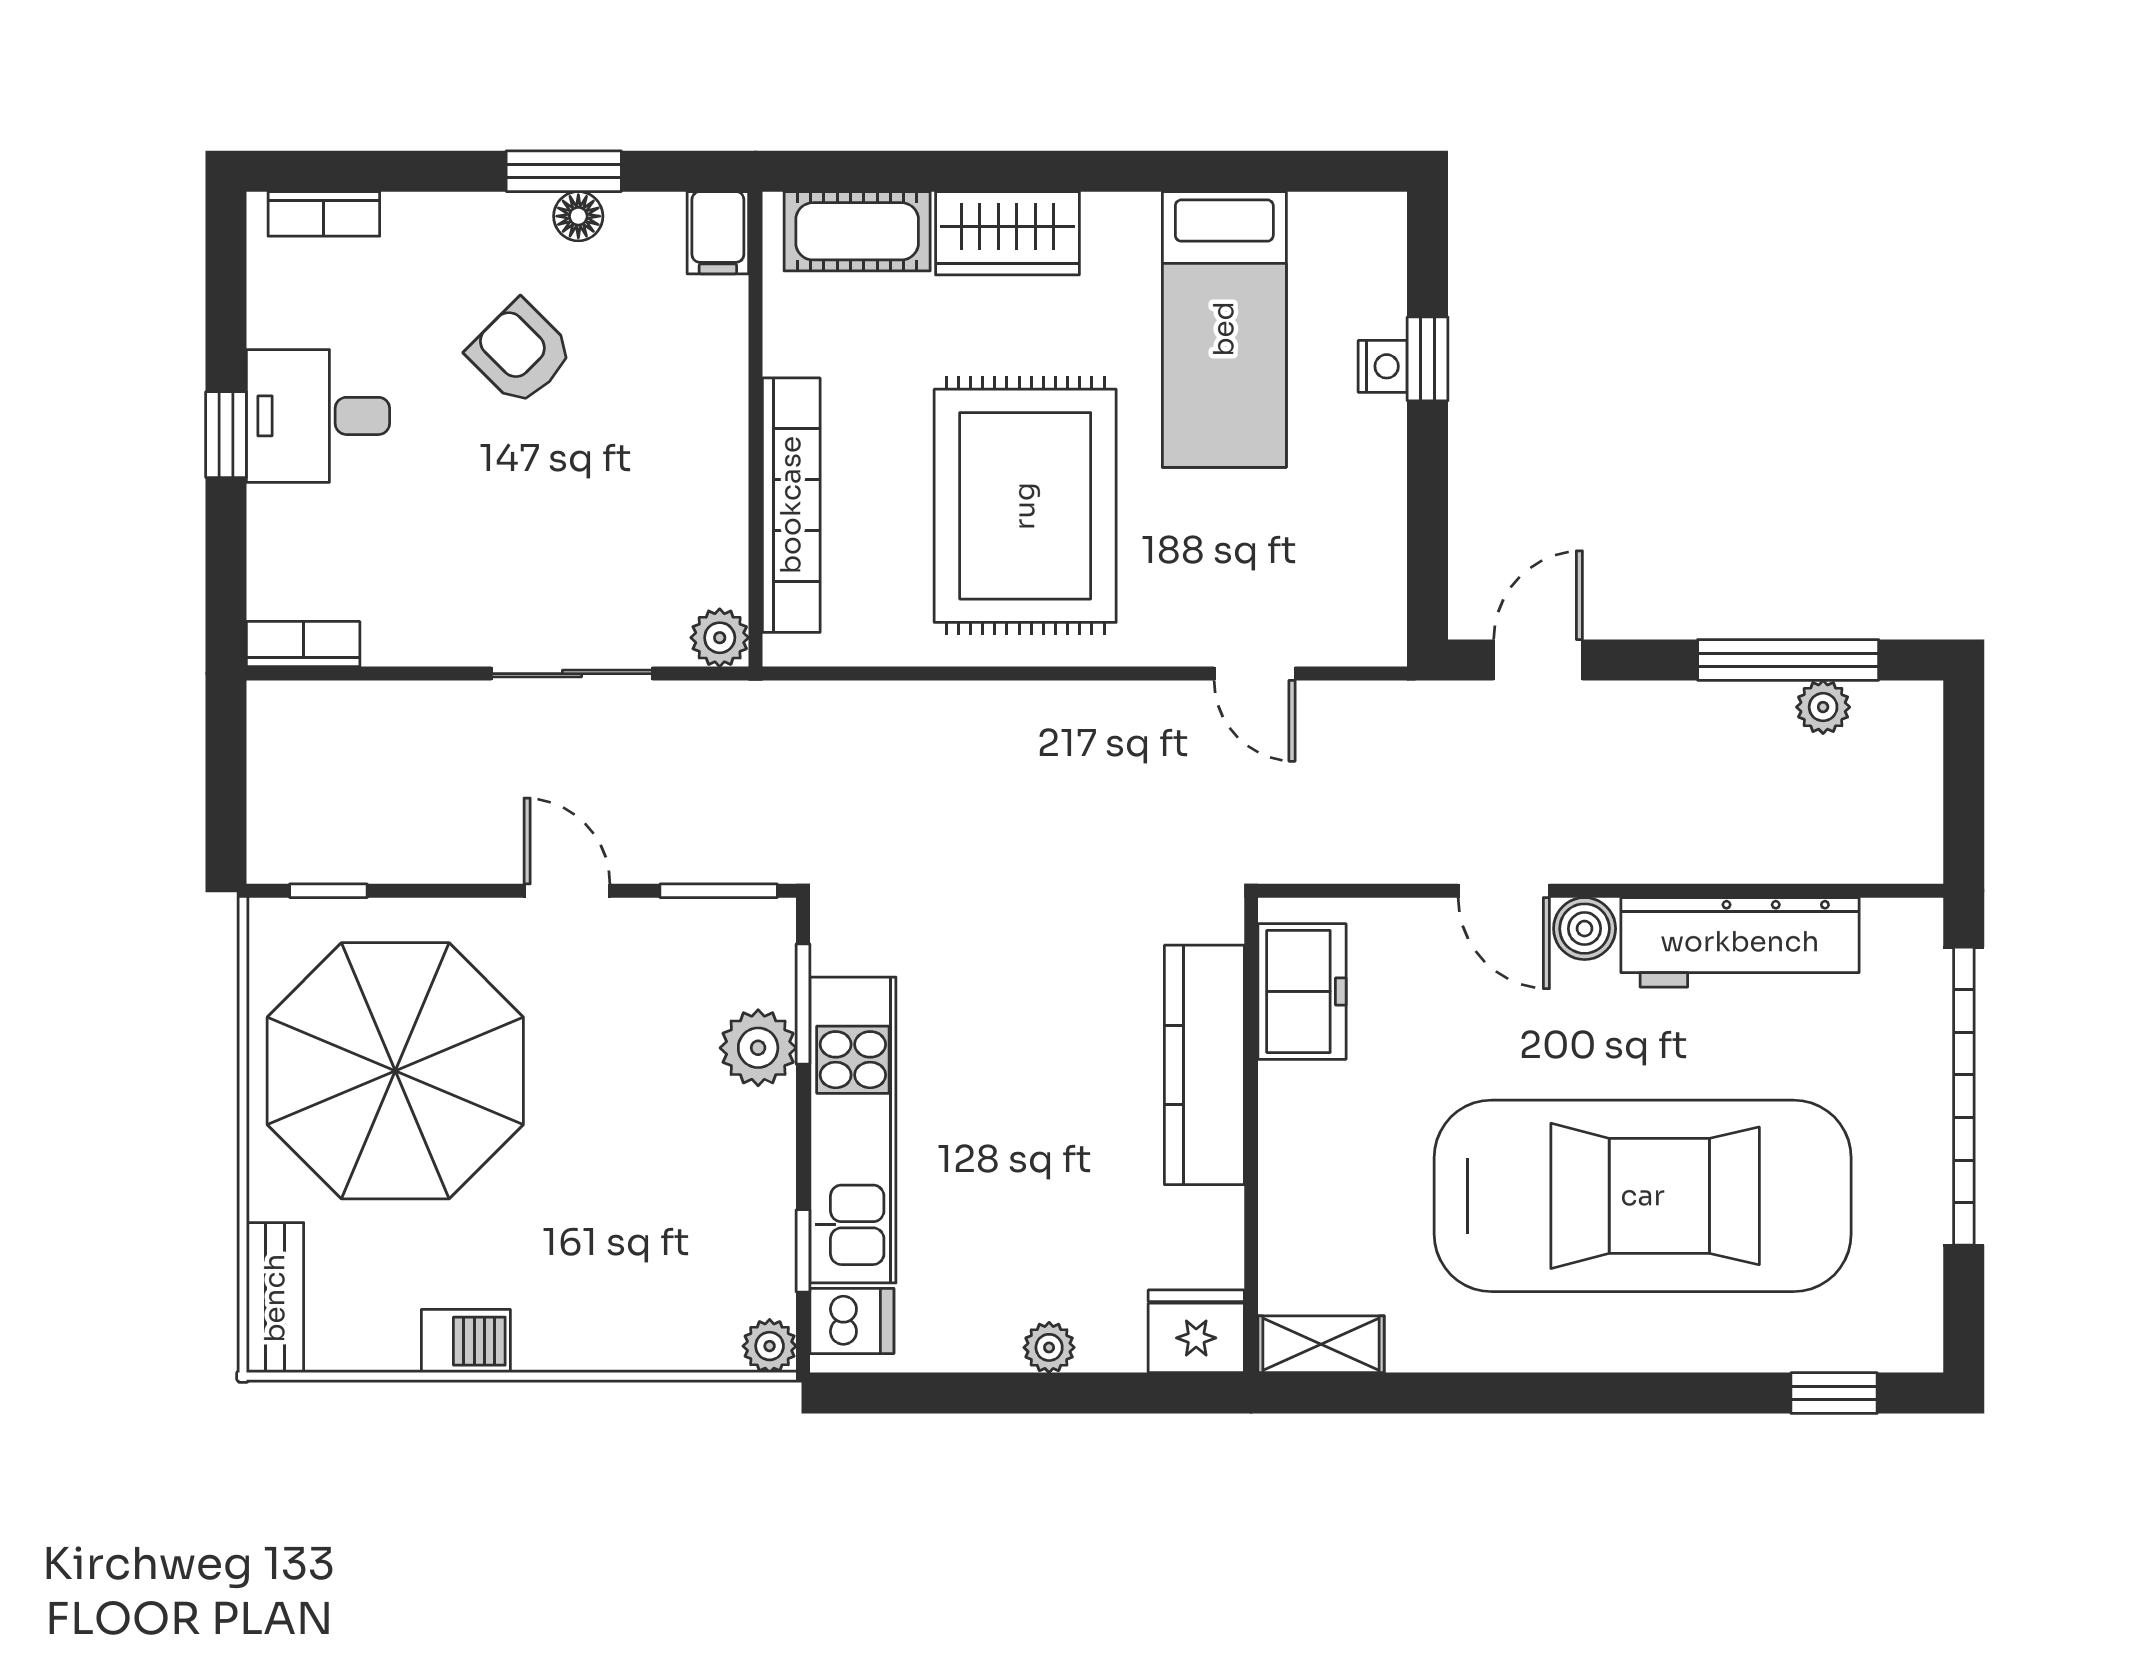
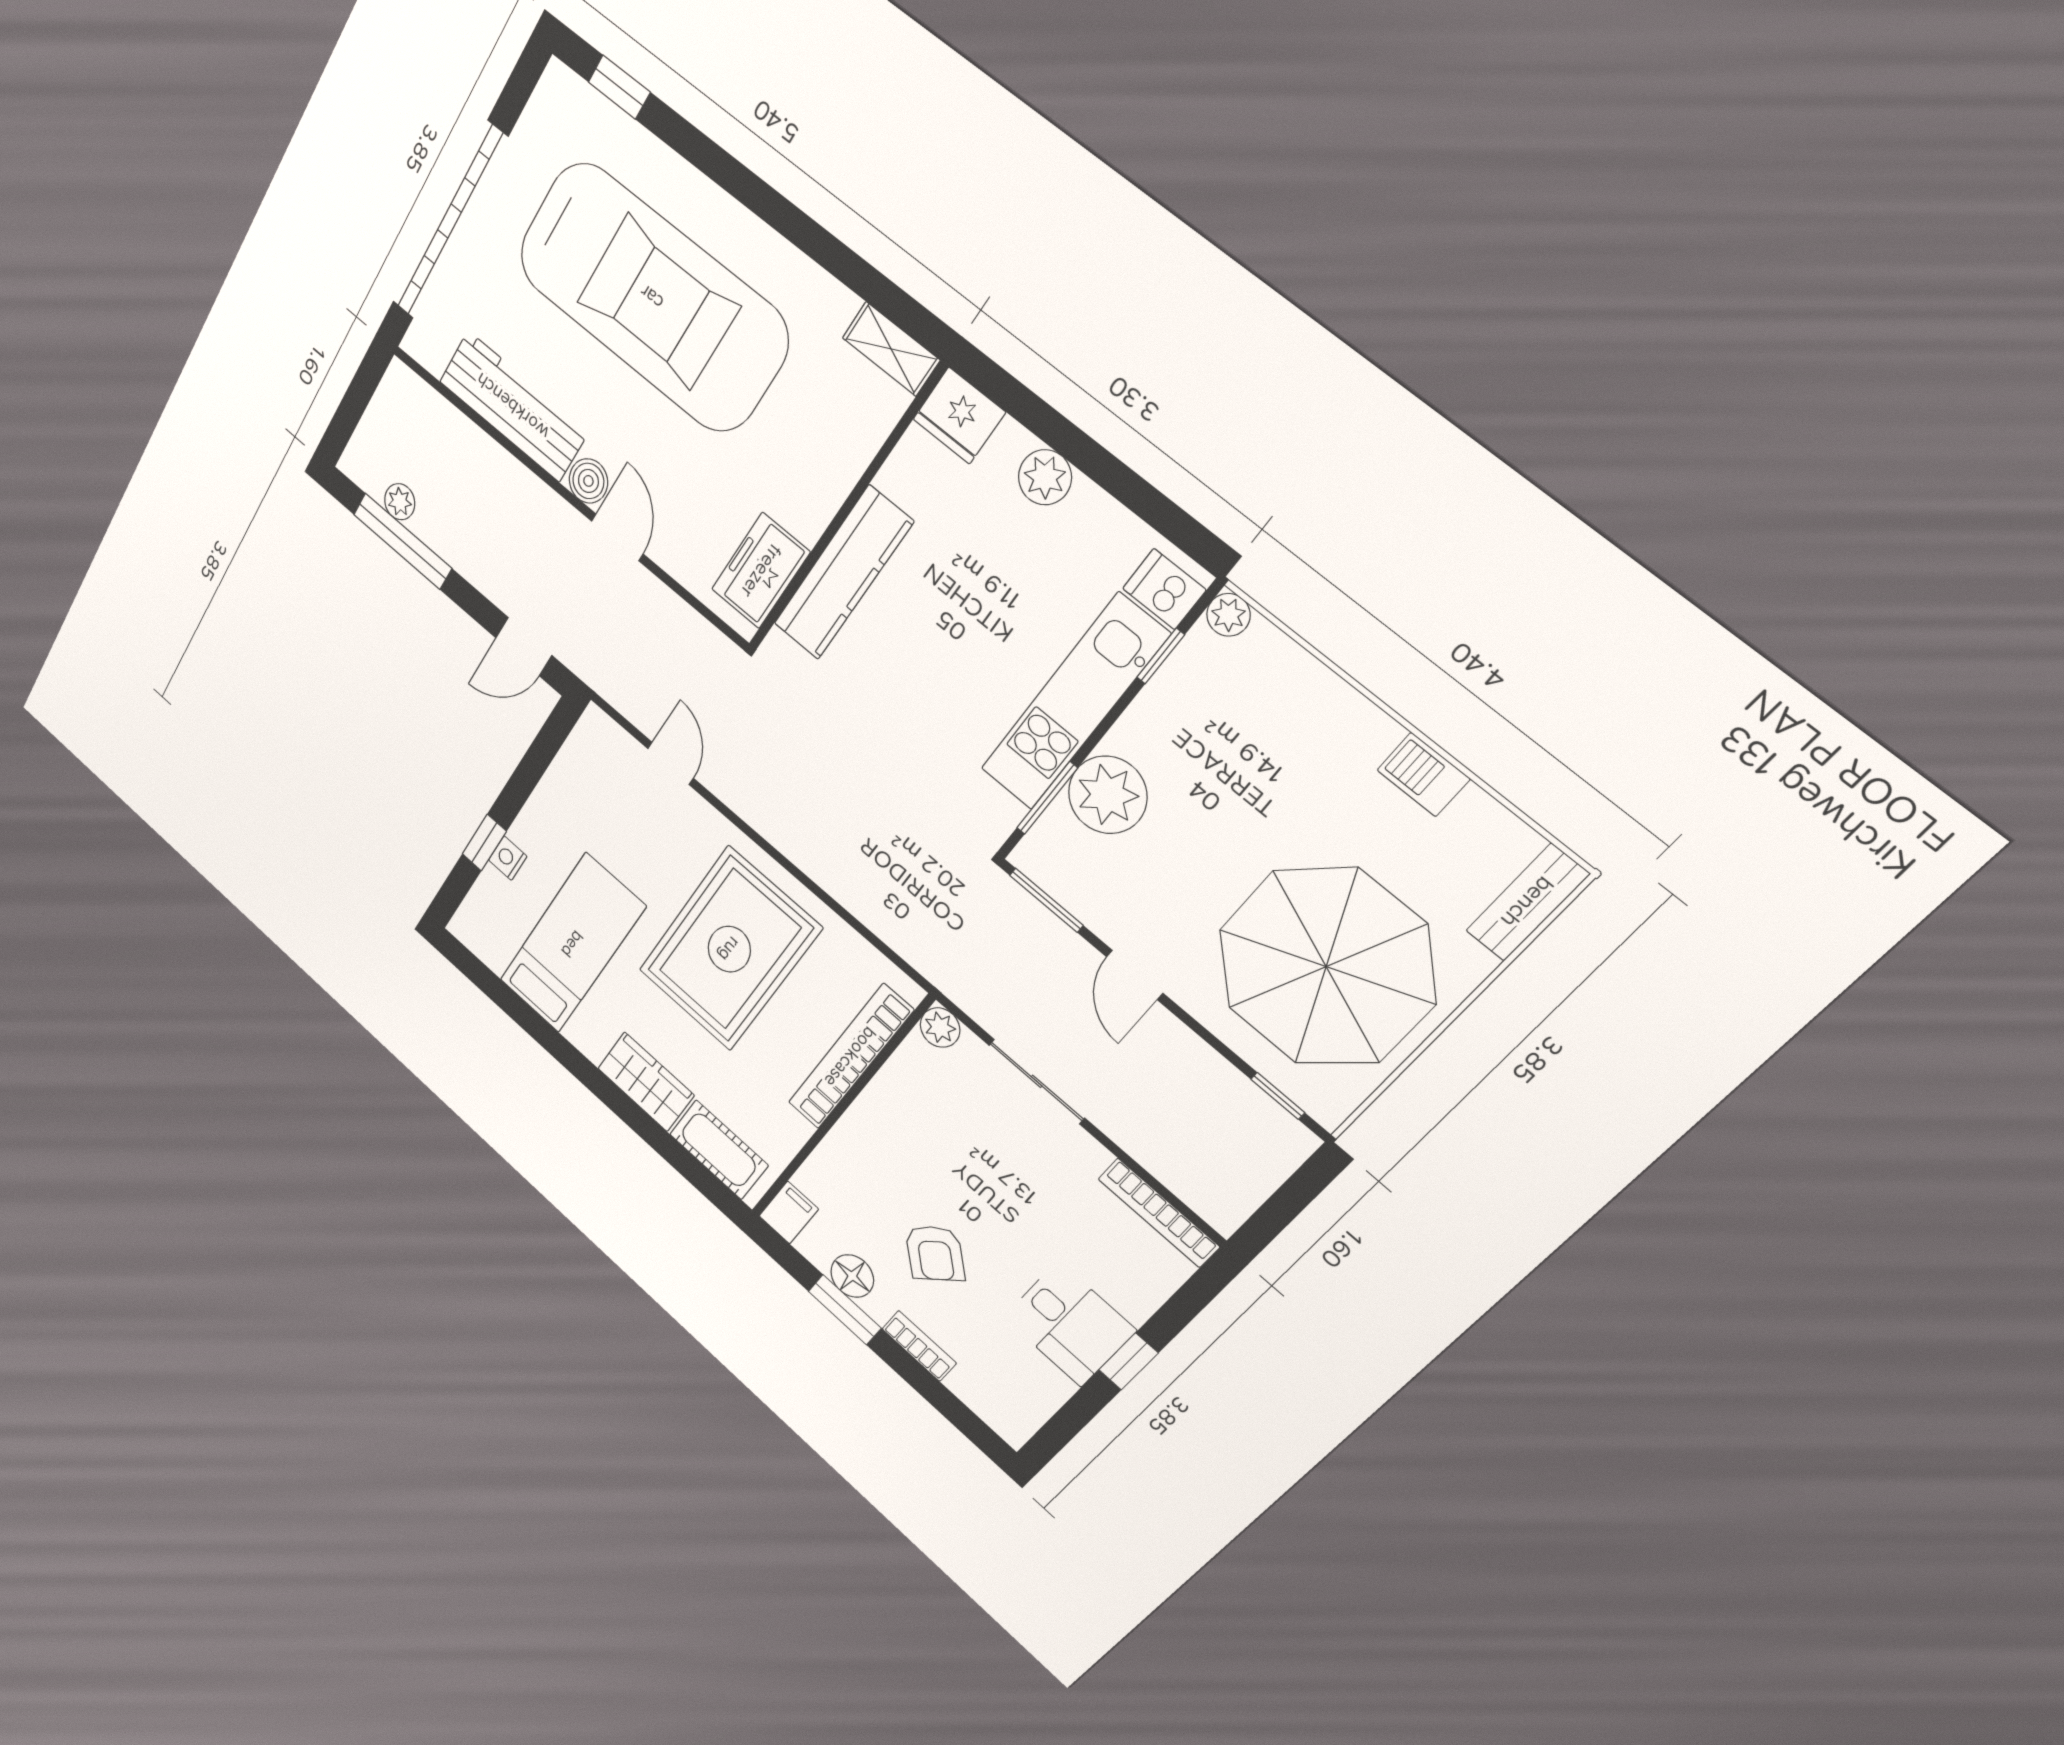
bookcase: (324, 214) -> (919, 1346), moved
floor lamp: (578, 216) -> (852, 1276), width x1.37, depth x1.37
bookcase: (303, 644) -> (1159, 1213), width x1.56
plant: (758, 1048) -> (1108, 795), width x1.36, depth x1.36
car: (1643, 1196) -> (652, 297), turned 180
plant: (1049, 1347) -> (1045, 477), width x1.38, depth x1.38

